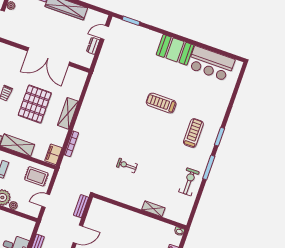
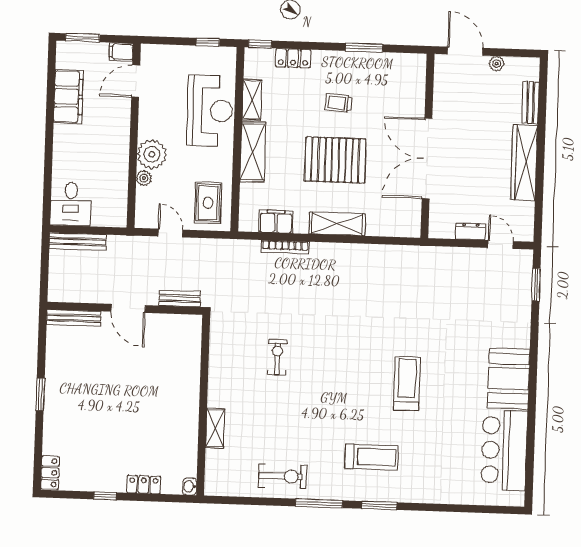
filing cabinet: (53, 154) -> (276, 222), moved

